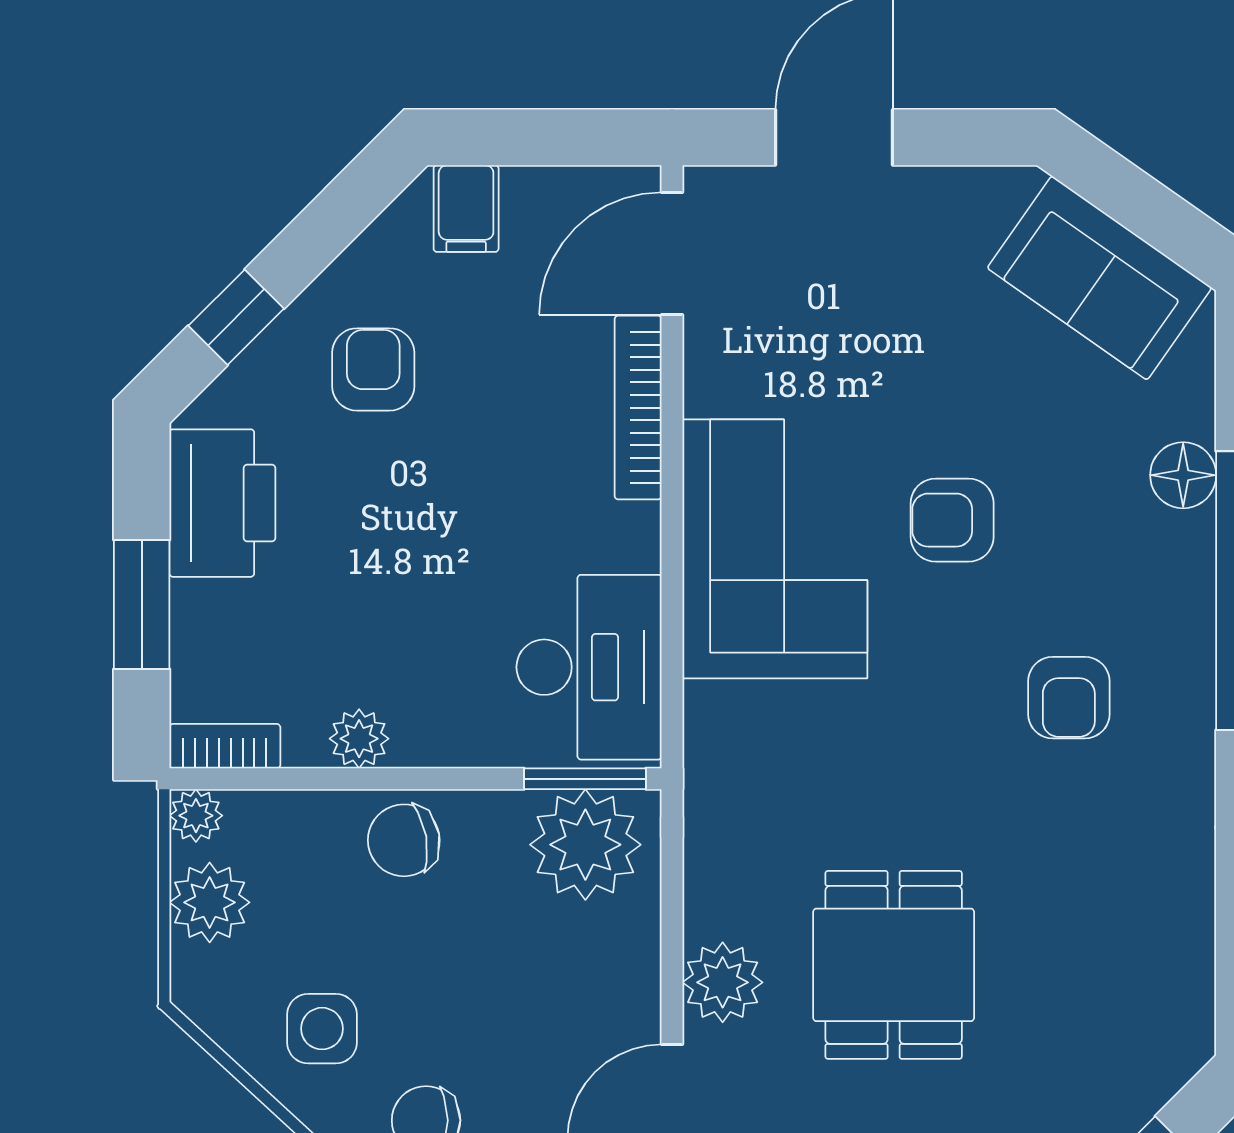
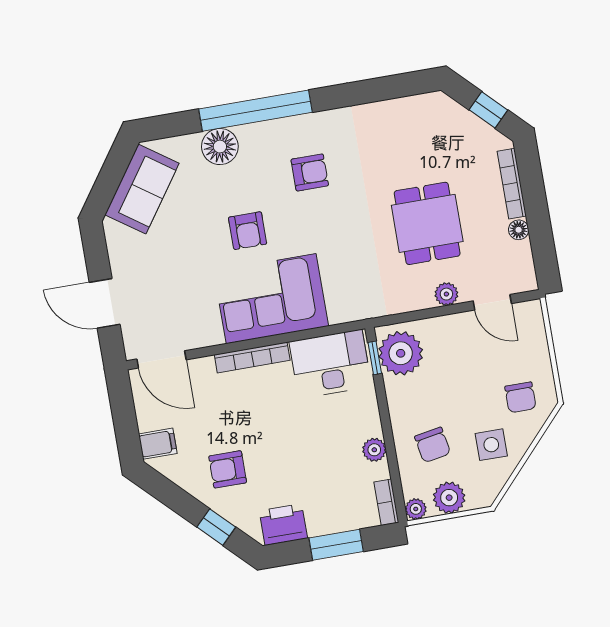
bookcase: (638, 408) -> (252, 357), moved
floor lamp: (1183, 475) -> (220, 147), width x1.38, depth x1.38
printer: (222, 503) -> (283, 525), width x0.73, depth x0.84
window: (585, 779) -> (375, 358), width x0.67
chair: (404, 840) -> (433, 445), moved
dining table: (894, 965) -> (427, 223), turned 90
plant: (723, 982) -> (446, 294), width x0.73, depth x0.73

